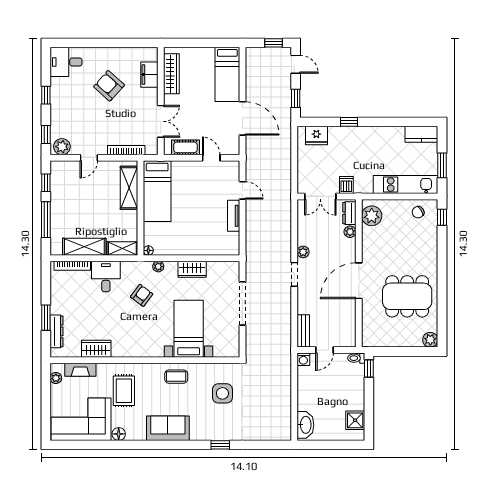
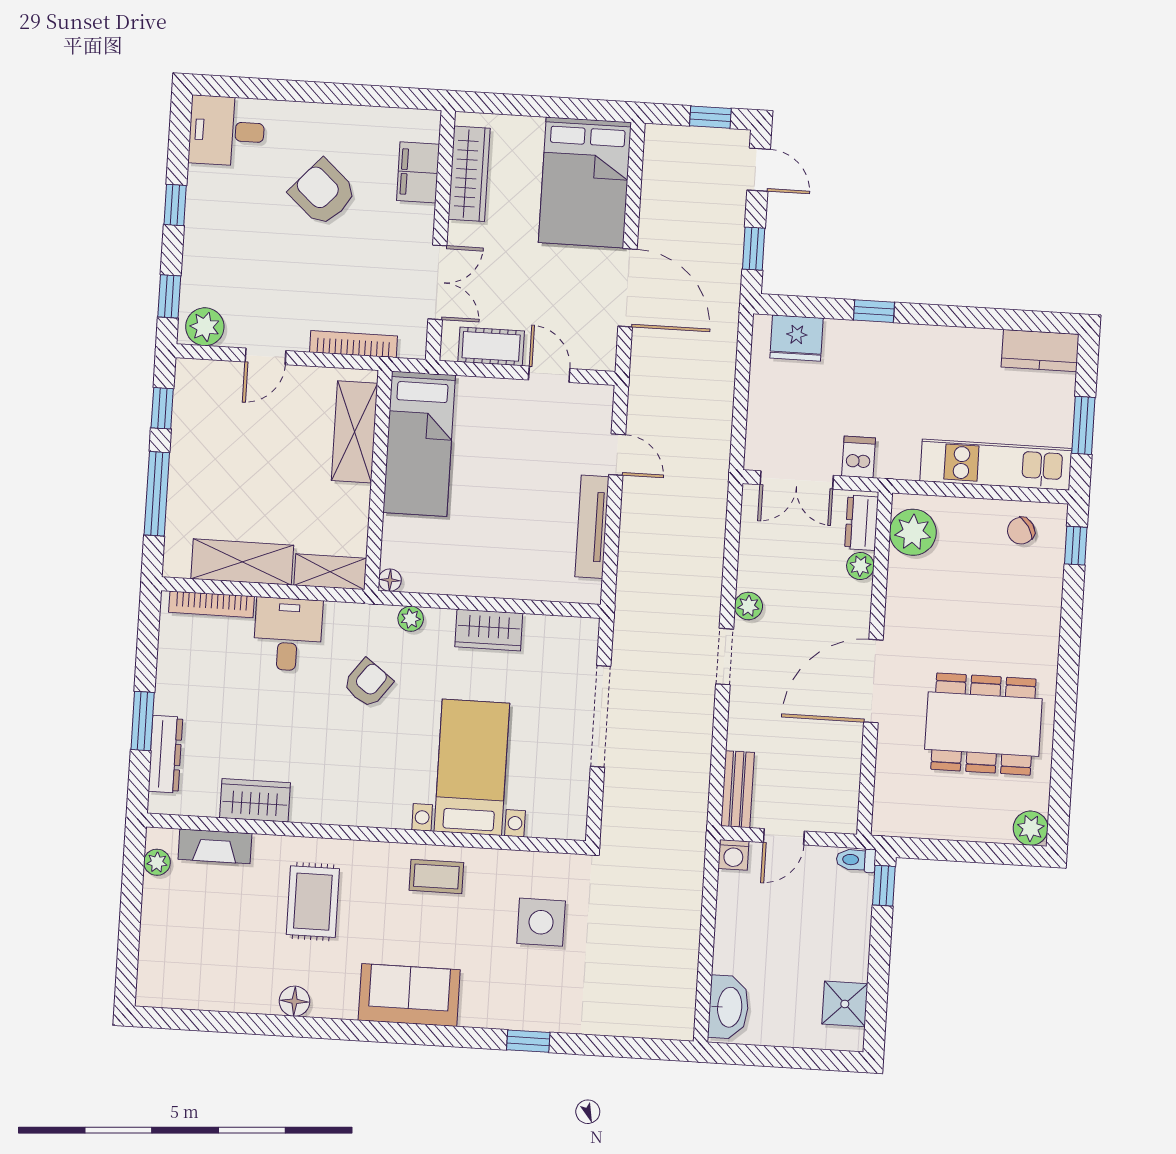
bed: (227, 74) -> (585, 182), width x1.50
tv unit: (234, 216) -> (592, 527), width x1.41
corner sofa: (81, 419) -> (209, 961), removed

